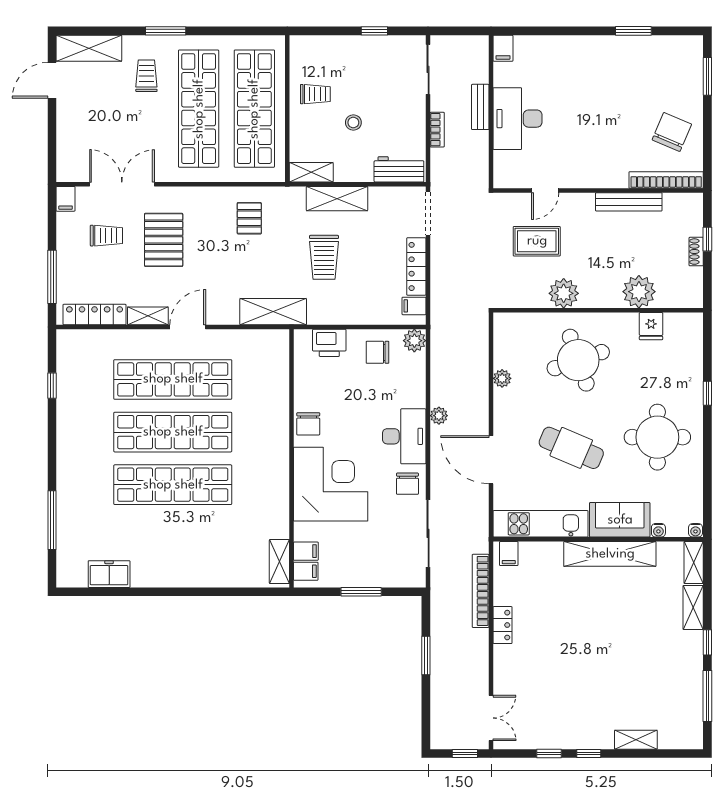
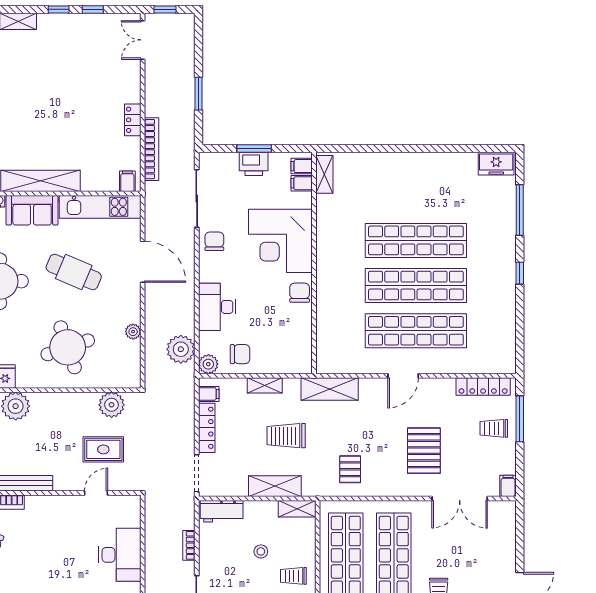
bench: (480, 107) -> (152, 565), removed
trolley: (106, 236) -> (494, 428), moved
trolley: (324, 257) -> (286, 436), turned -90
plant: (564, 293) -> (112, 405), moved
shelving: (148, 316) -> (265, 385), moved
printer: (329, 343) -> (254, 164), moved, turned 180
window: (52, 386) -> (520, 273), moved
plant: (439, 416) -> (181, 349), moved, width x1.88, depth x1.88
desk: (404, 436) -> (217, 307), moved
freezer: (109, 574) -> (496, 164), moved

